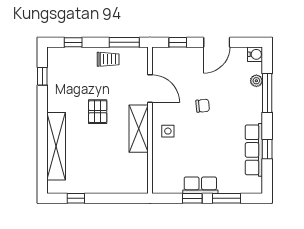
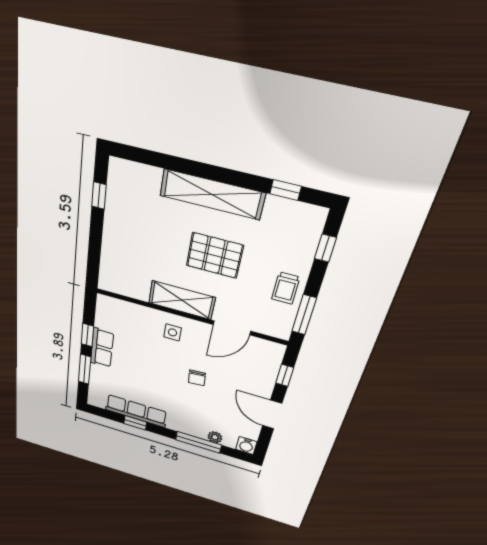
pallet: (98, 112) -> (215, 255), width x1.50, depth x1.42
shelving: (56, 146) -> (212, 194), moved

